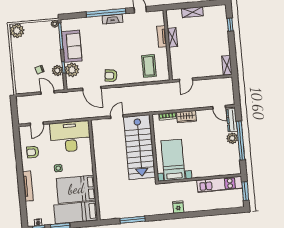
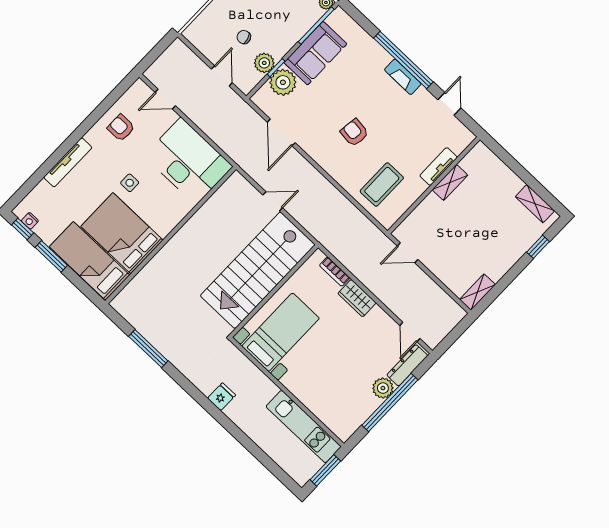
shelving: (192, 12) -> (535, 204), moved
armchair: (111, 76) -> (354, 133), moved

